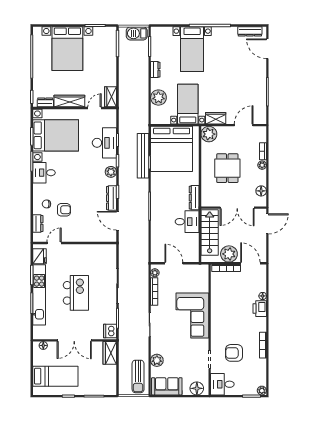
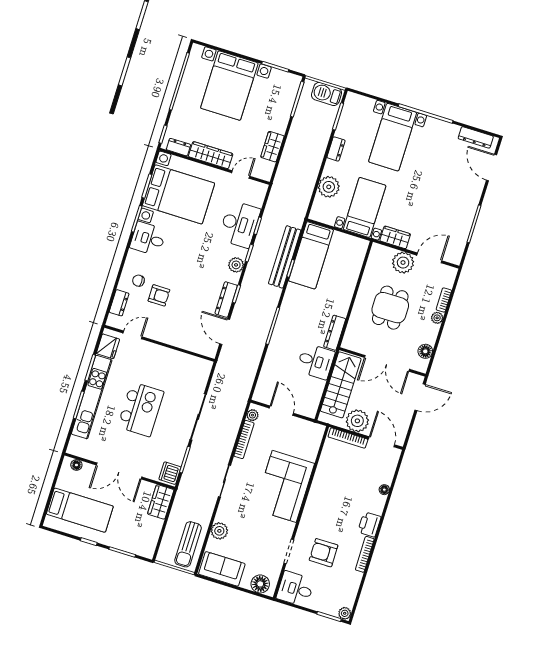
wardrobe: (111, 97) -> (272, 147), moved
plant: (209, 134) -> (403, 263), moved
bed: (172, 149) -> (311, 255), width x0.49
printer: (260, 309) -> (369, 524), moved

